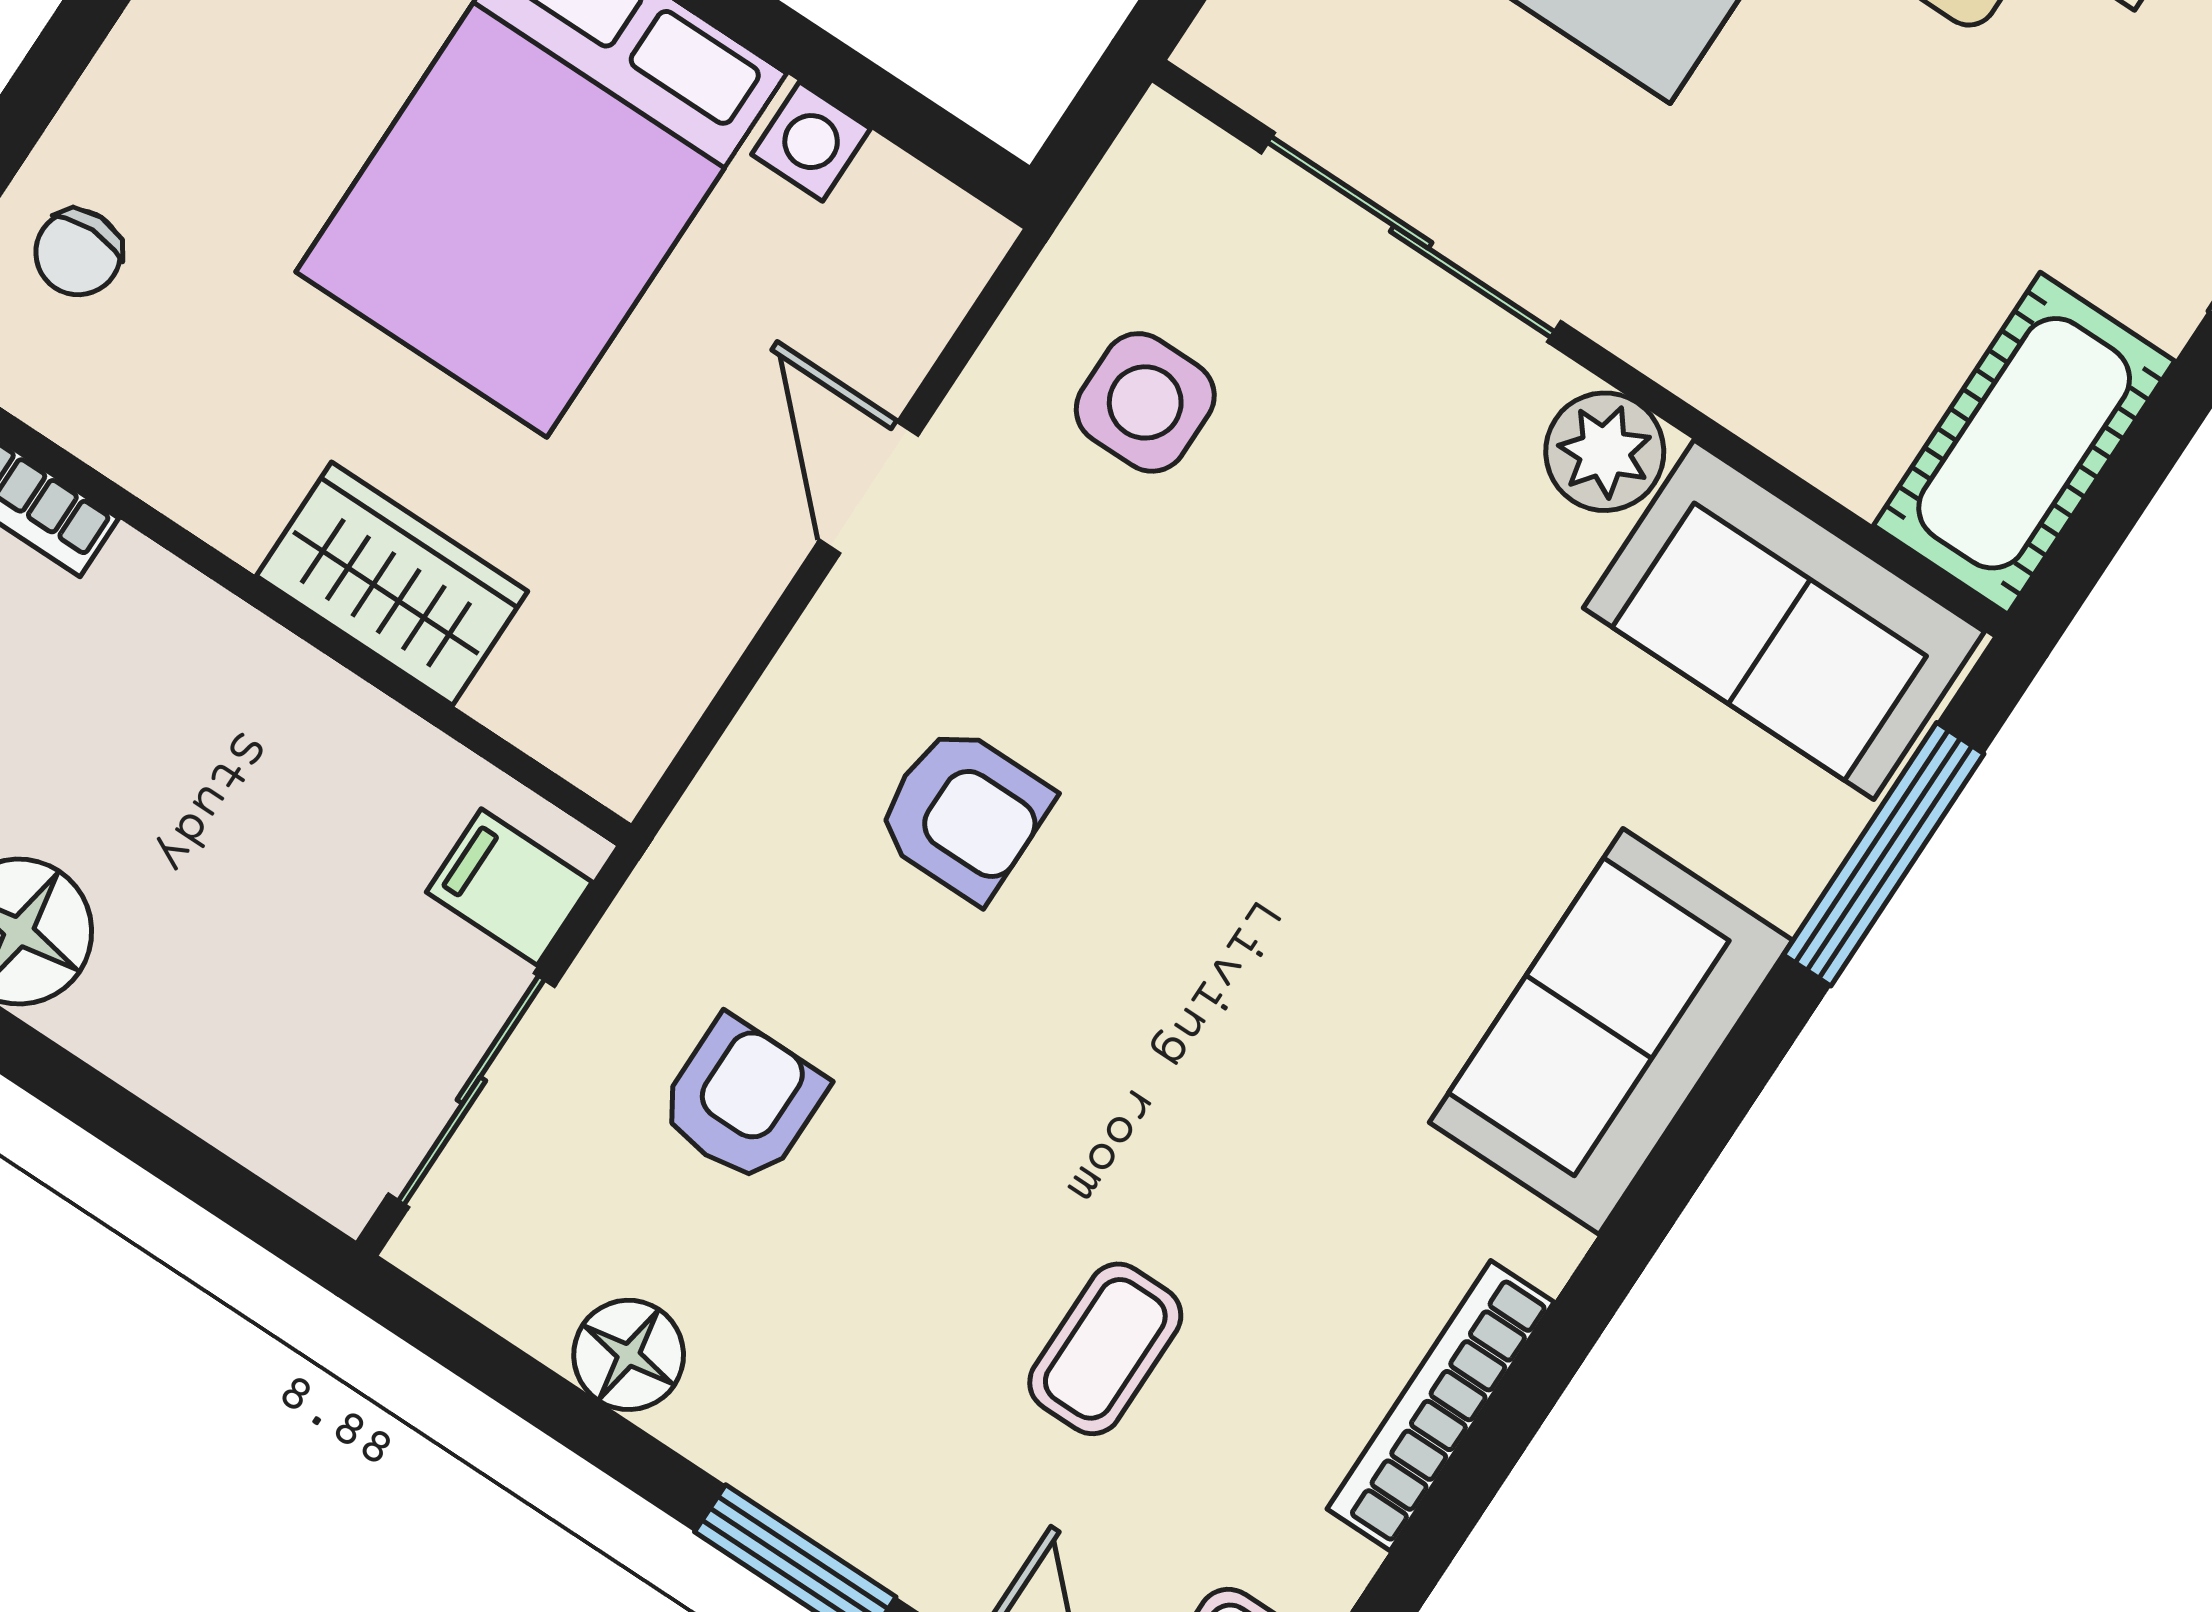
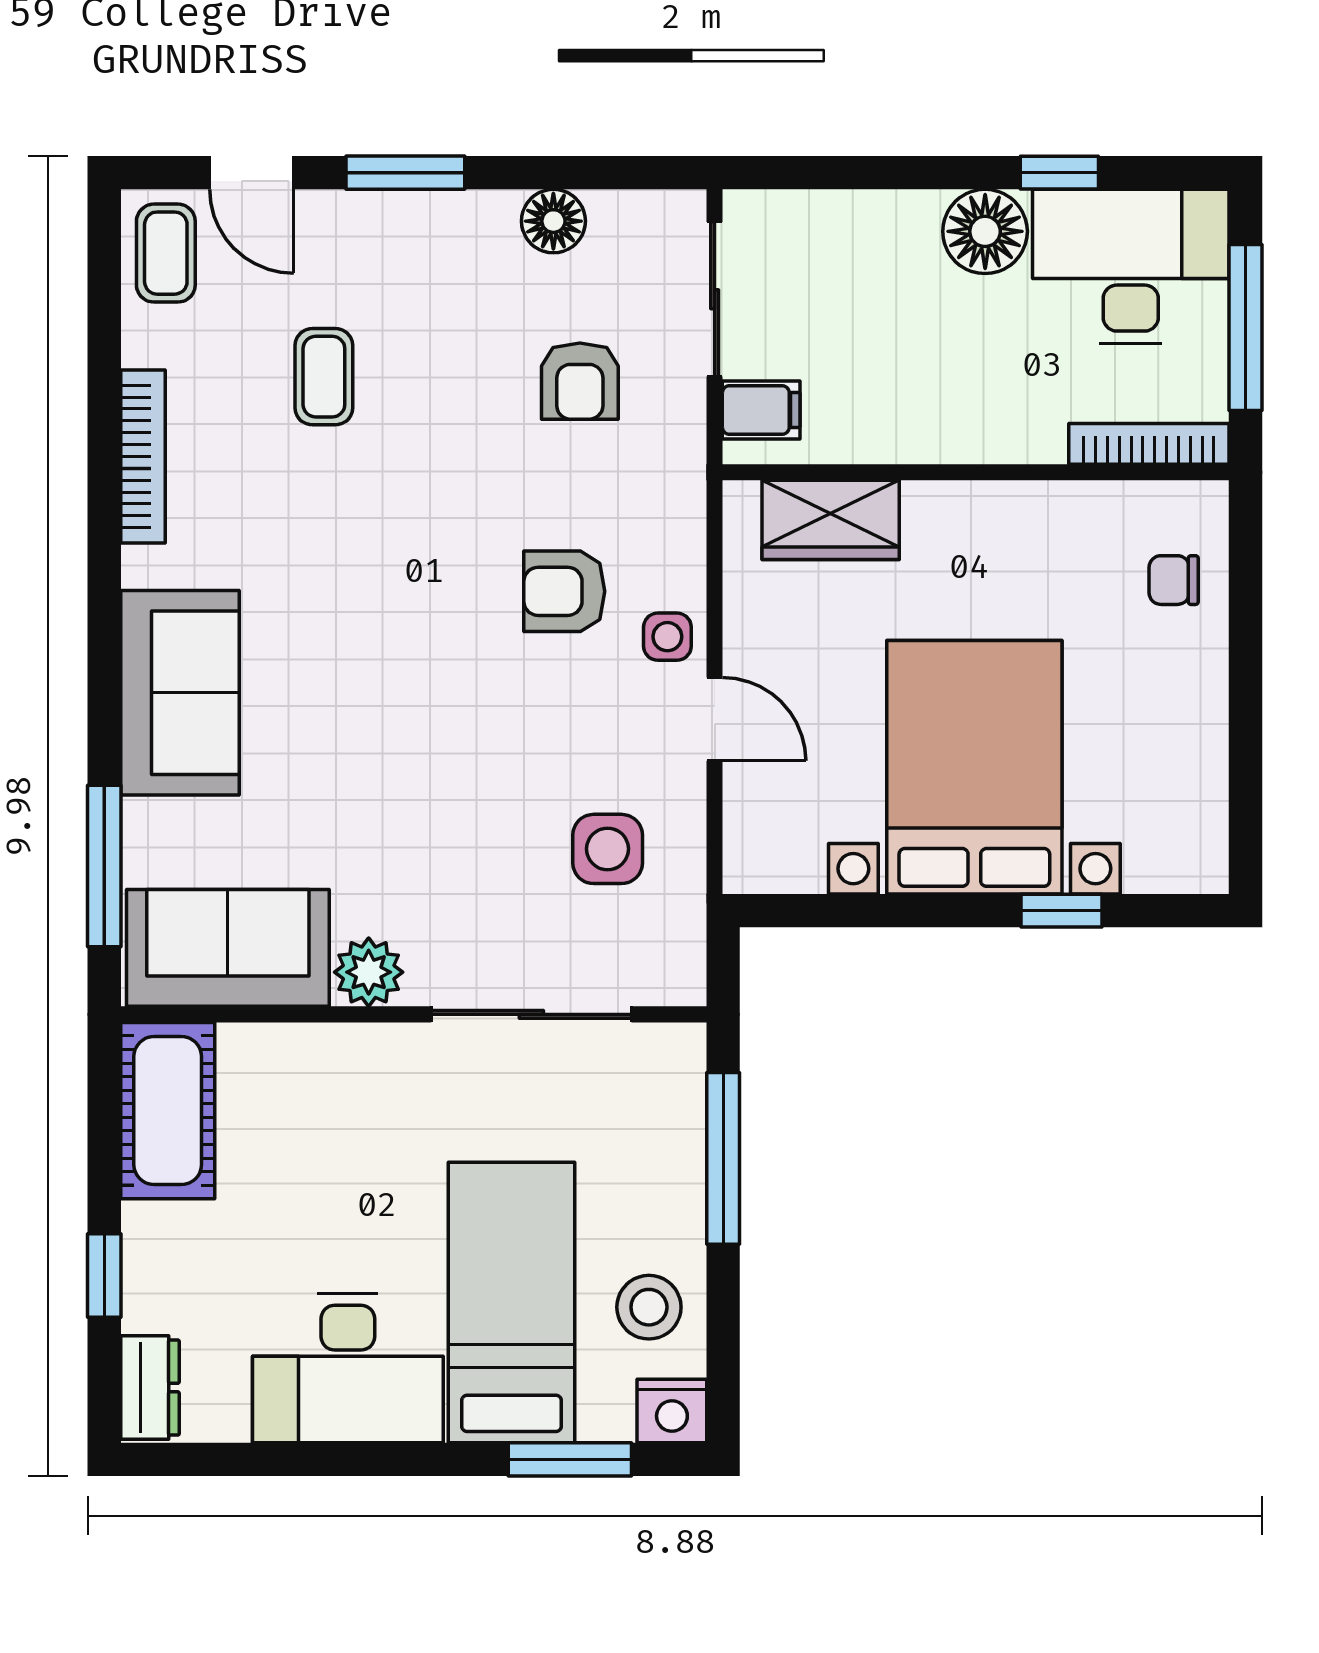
chair: (78, 253) -> (1174, 580), turned -90
wardrobe: (392, 584) -> (831, 520), moved
side table: (858, 651) -> (667, 637), added

